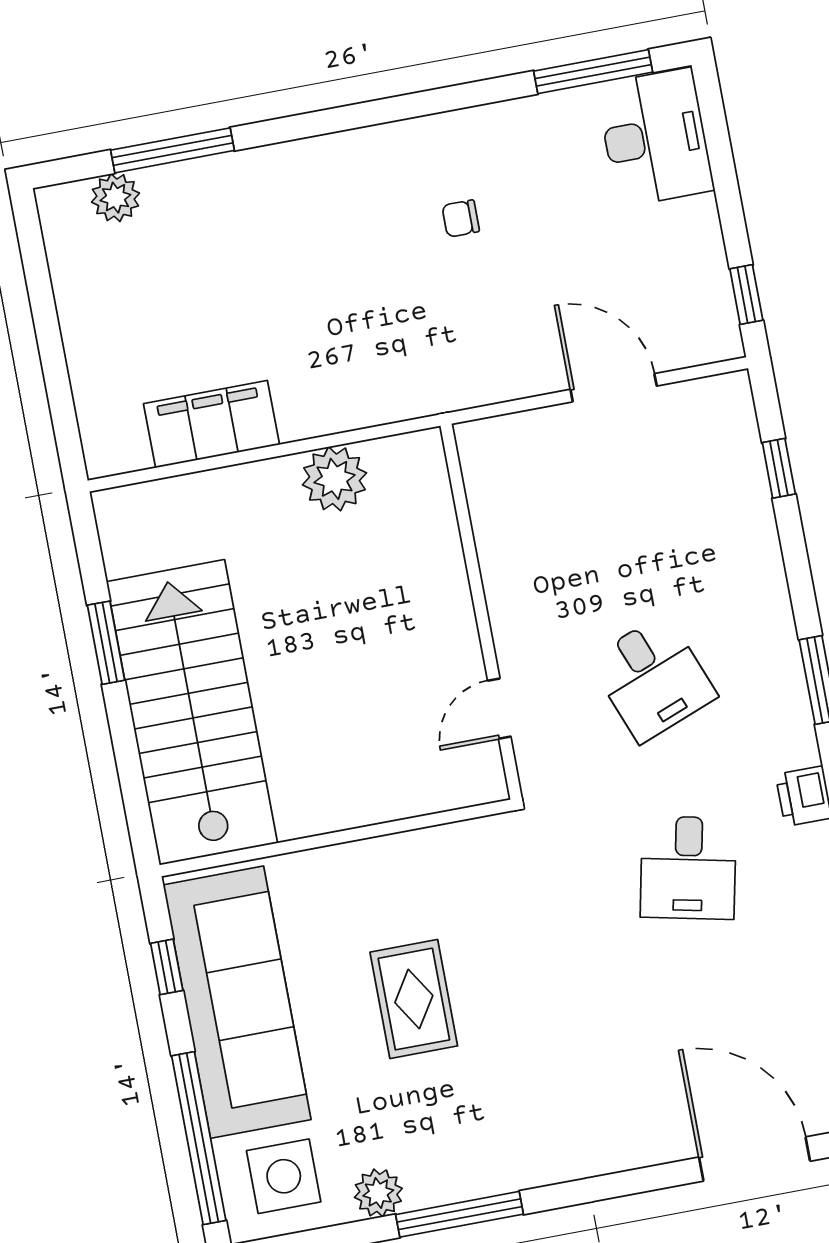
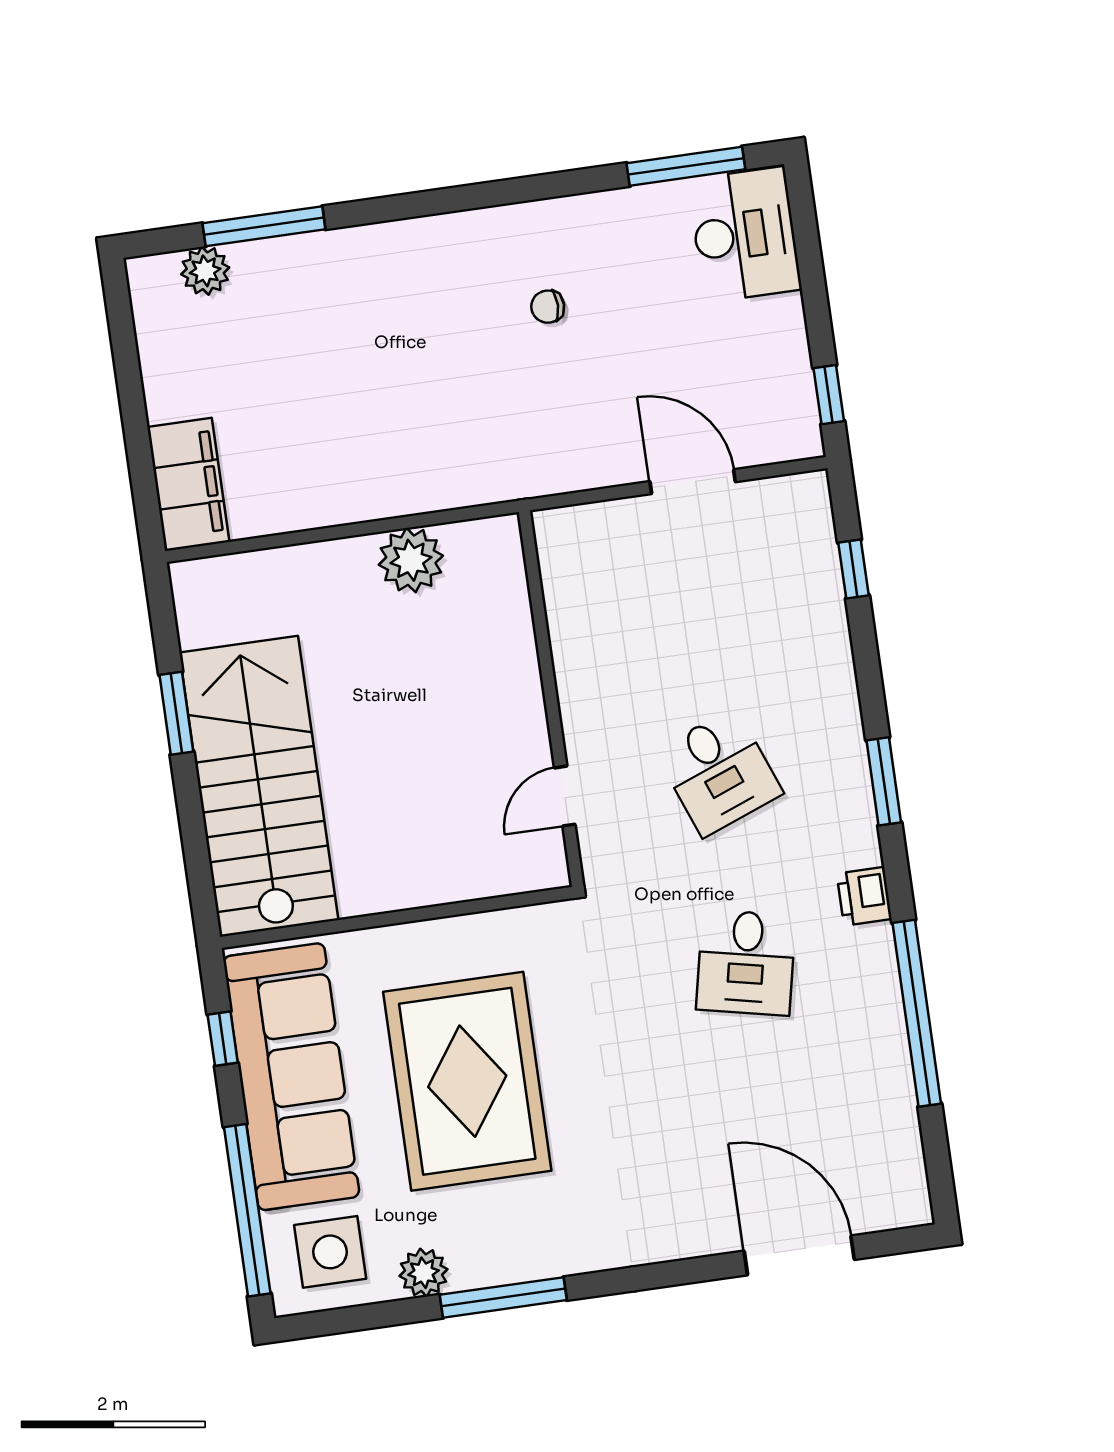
filing cabinet: (211, 424) -> (188, 484), moved, turned 90
rug: (414, 999) -> (467, 1081), width x1.86, depth x2.06

